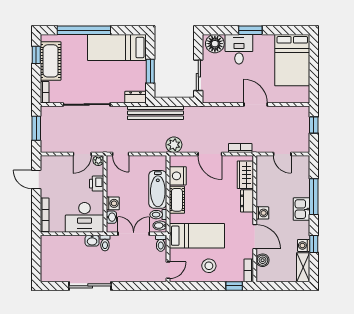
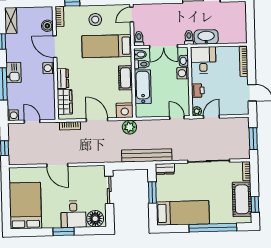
nightstand: (178, 176) -> (125, 110), moved, turned 90
desk: (84, 217) -> (203, 60), width x0.73
washbasin: (92, 241) -> (206, 37), width x1.91, depth x1.45
washing machine: (304, 245) -> (13, 115), moved

